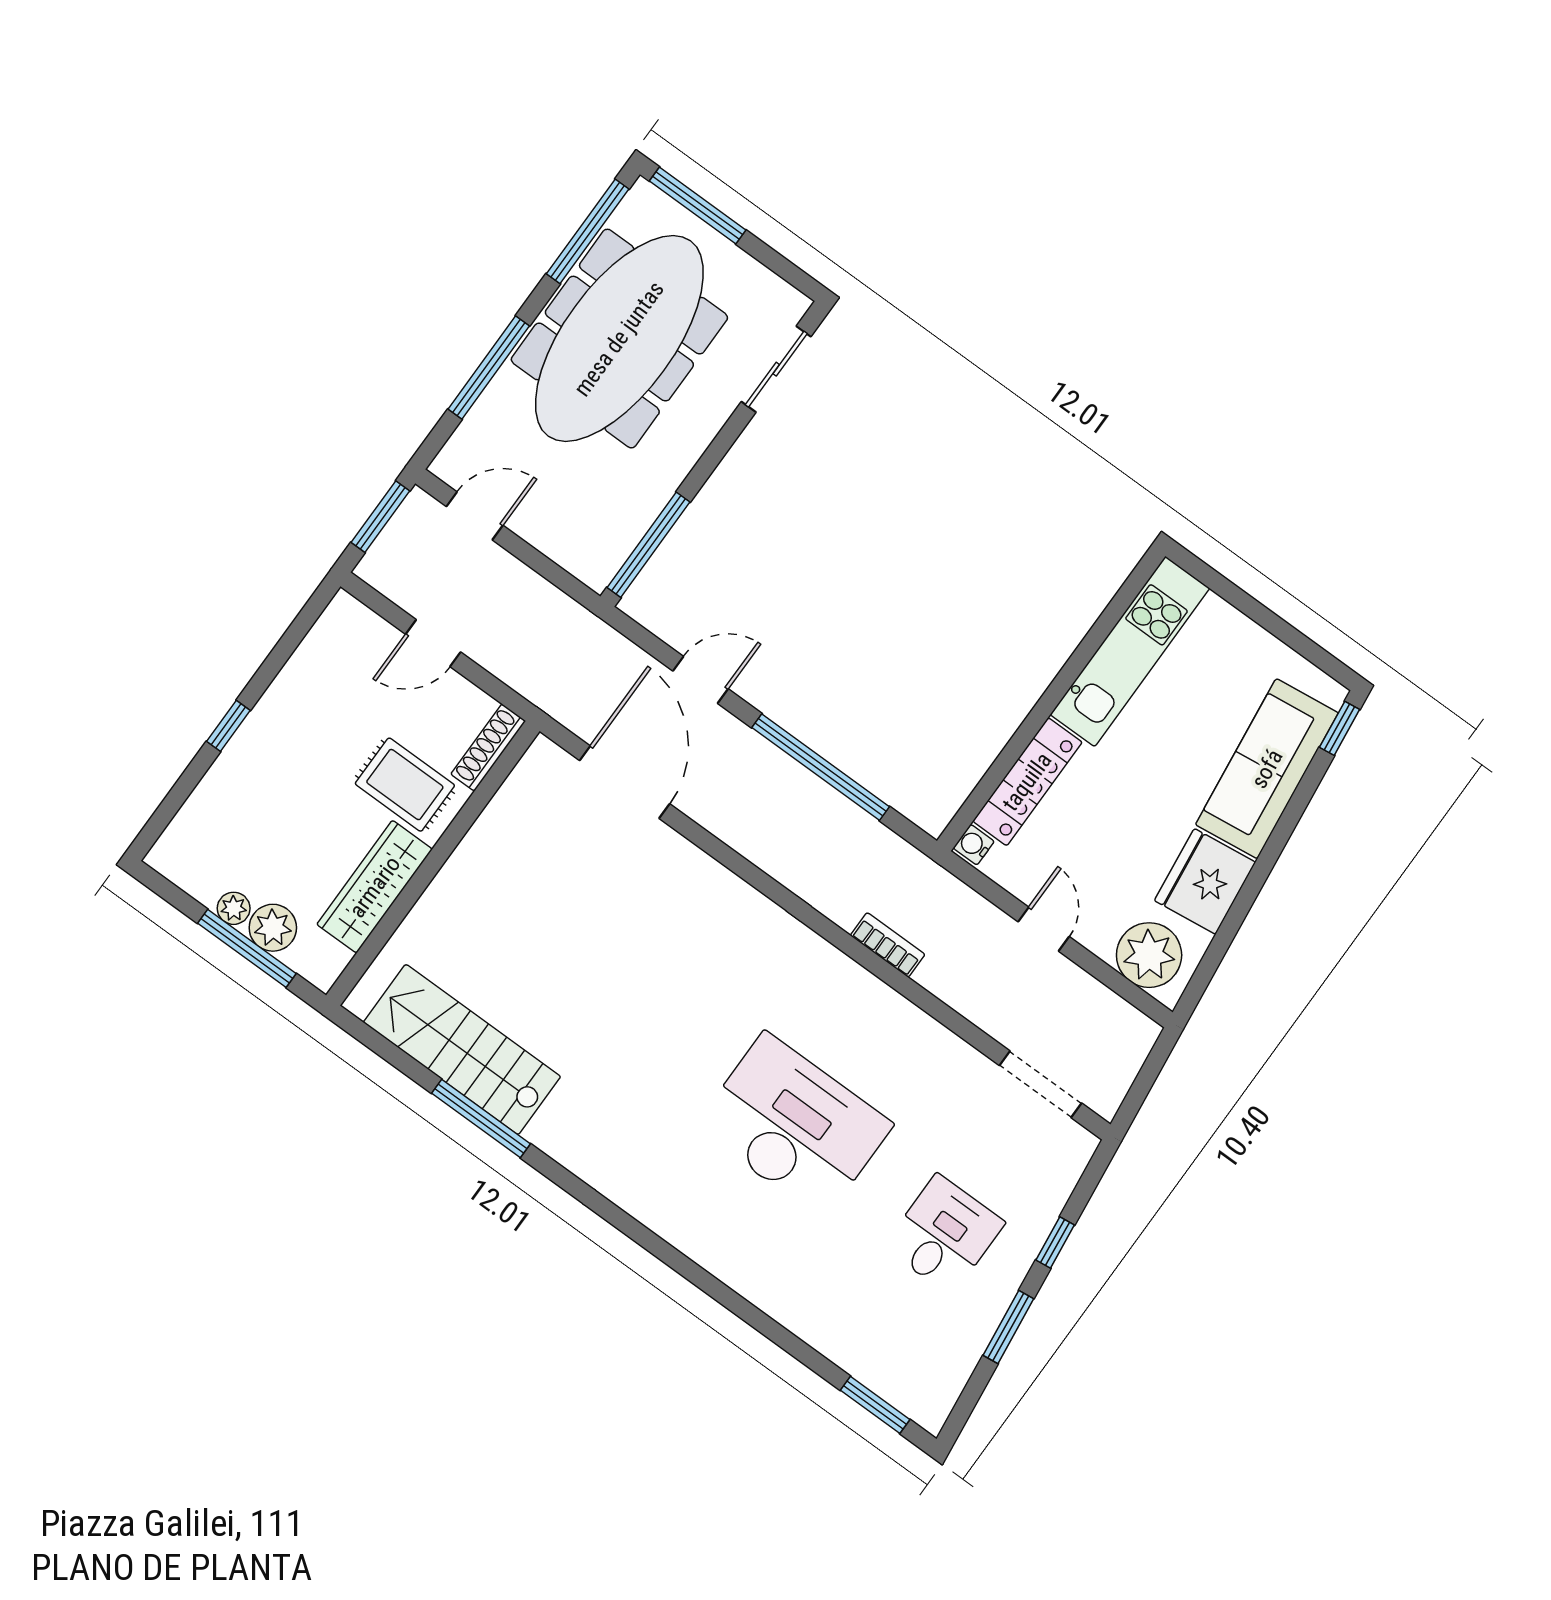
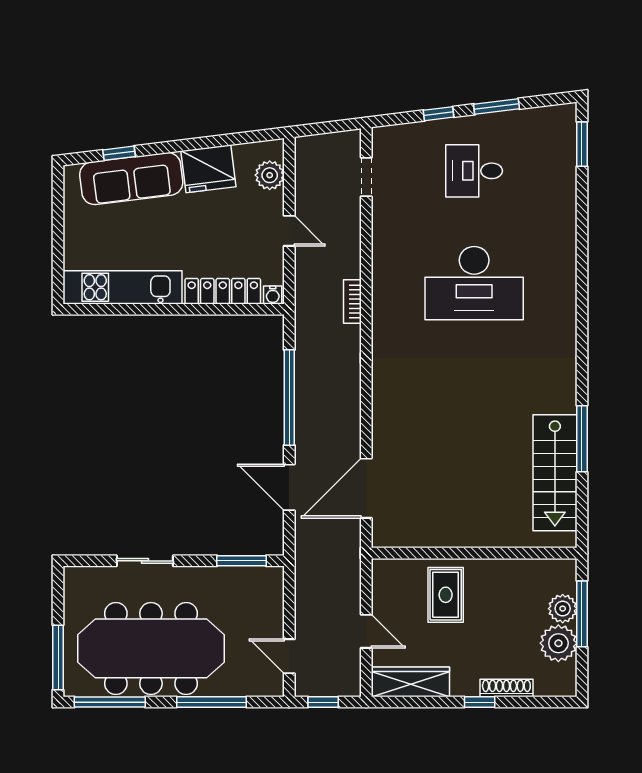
sliding door: (776, 369) -> (145, 561), moved
window: (380, 517) -> (323, 702), width x0.67
window: (649, 545) -> (242, 561), width x0.69
door: (701, 680) -> (289, 487), width x1.38
window: (1340, 728) -> (119, 153), moved
shoe rack: (488, 747) -> (506, 688), moved, turned 180
wardrobe: (375, 887) -> (410, 682), moved, turned 180
plant: (234, 908) -> (558, 643), width x1.87, depth x1.87
door: (1044, 929) -> (289, 231), swing flipped
plant: (1149, 955) -> (270, 175), width x0.73, depth x0.73
doorway: (1041, 1084) -> (366, 177), width x0.73
desk: (794, 1126) -> (474, 283), turned -90

